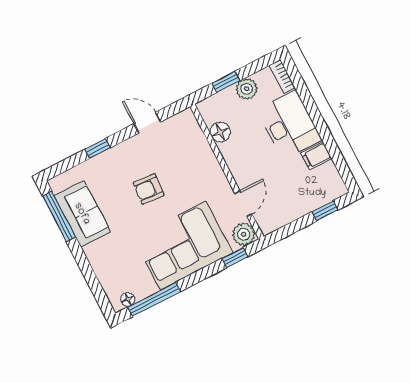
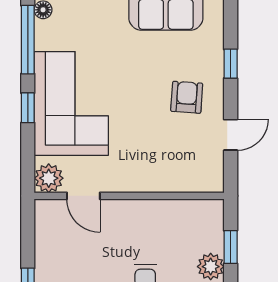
floor lamp: (220, 132) -> (177, 212), removed
armchair: (149, 189) -> (187, 97), moved
window: (235, 258) -> (28, 108), moved

